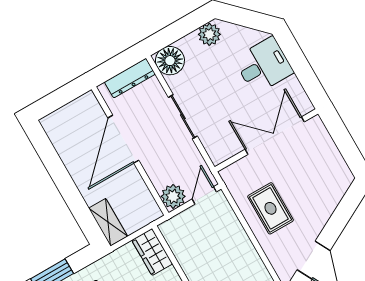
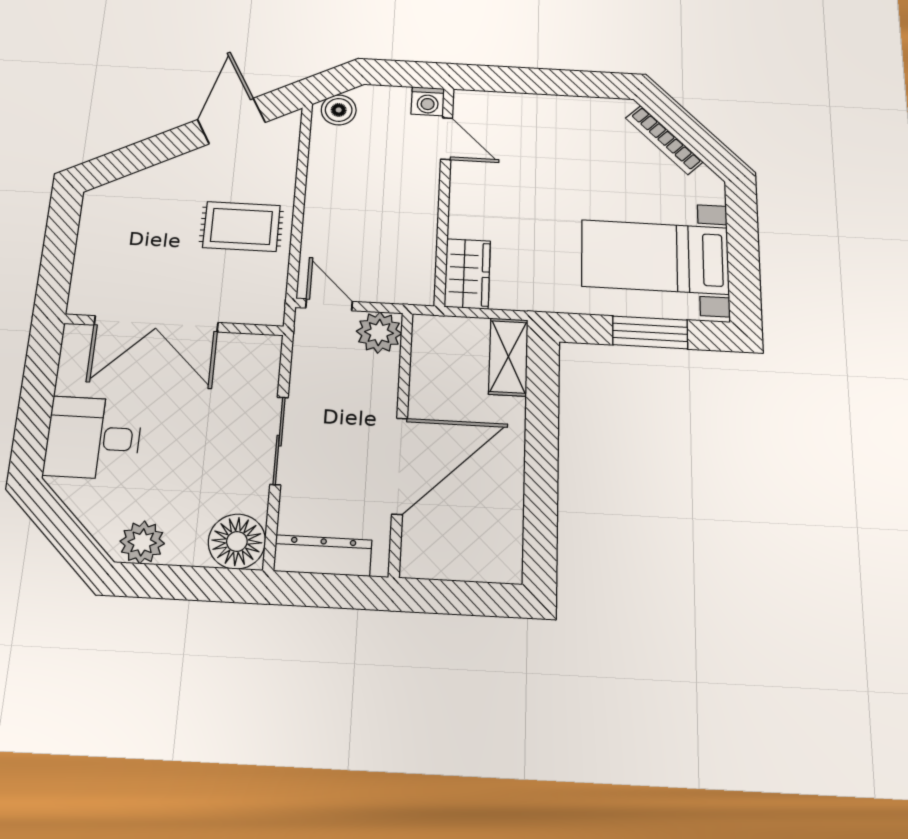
door: (204, 195) -> (329, 305), swing flipped
rug: (270, 208) -> (241, 226), turned 90

